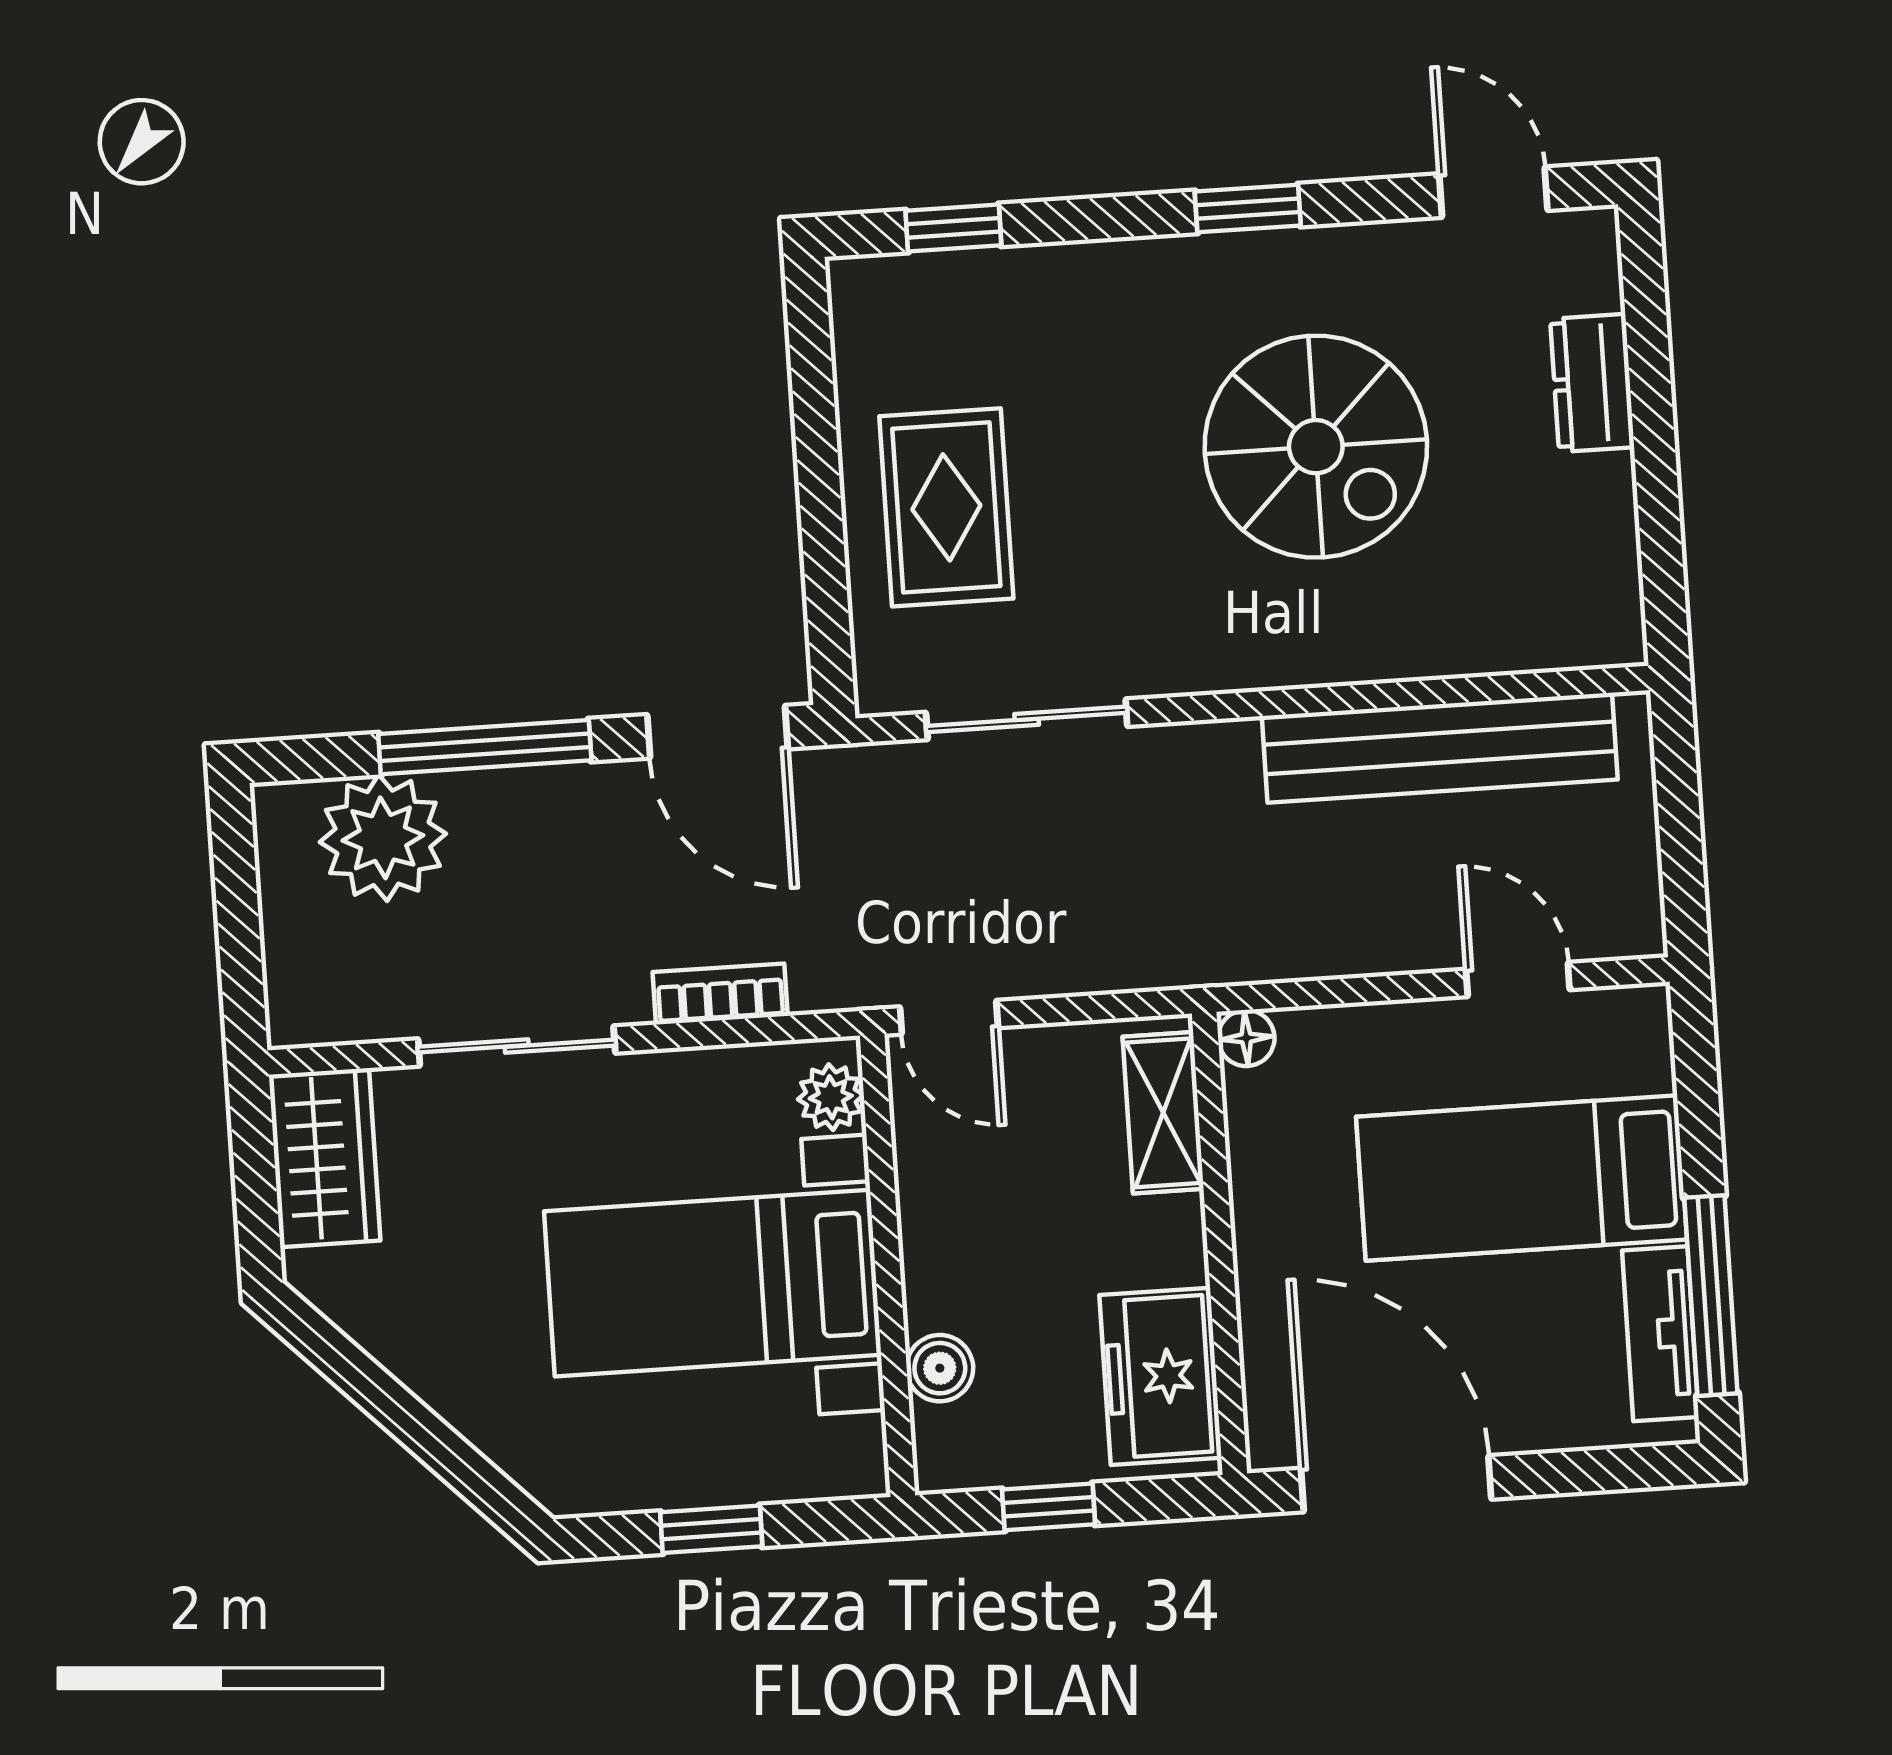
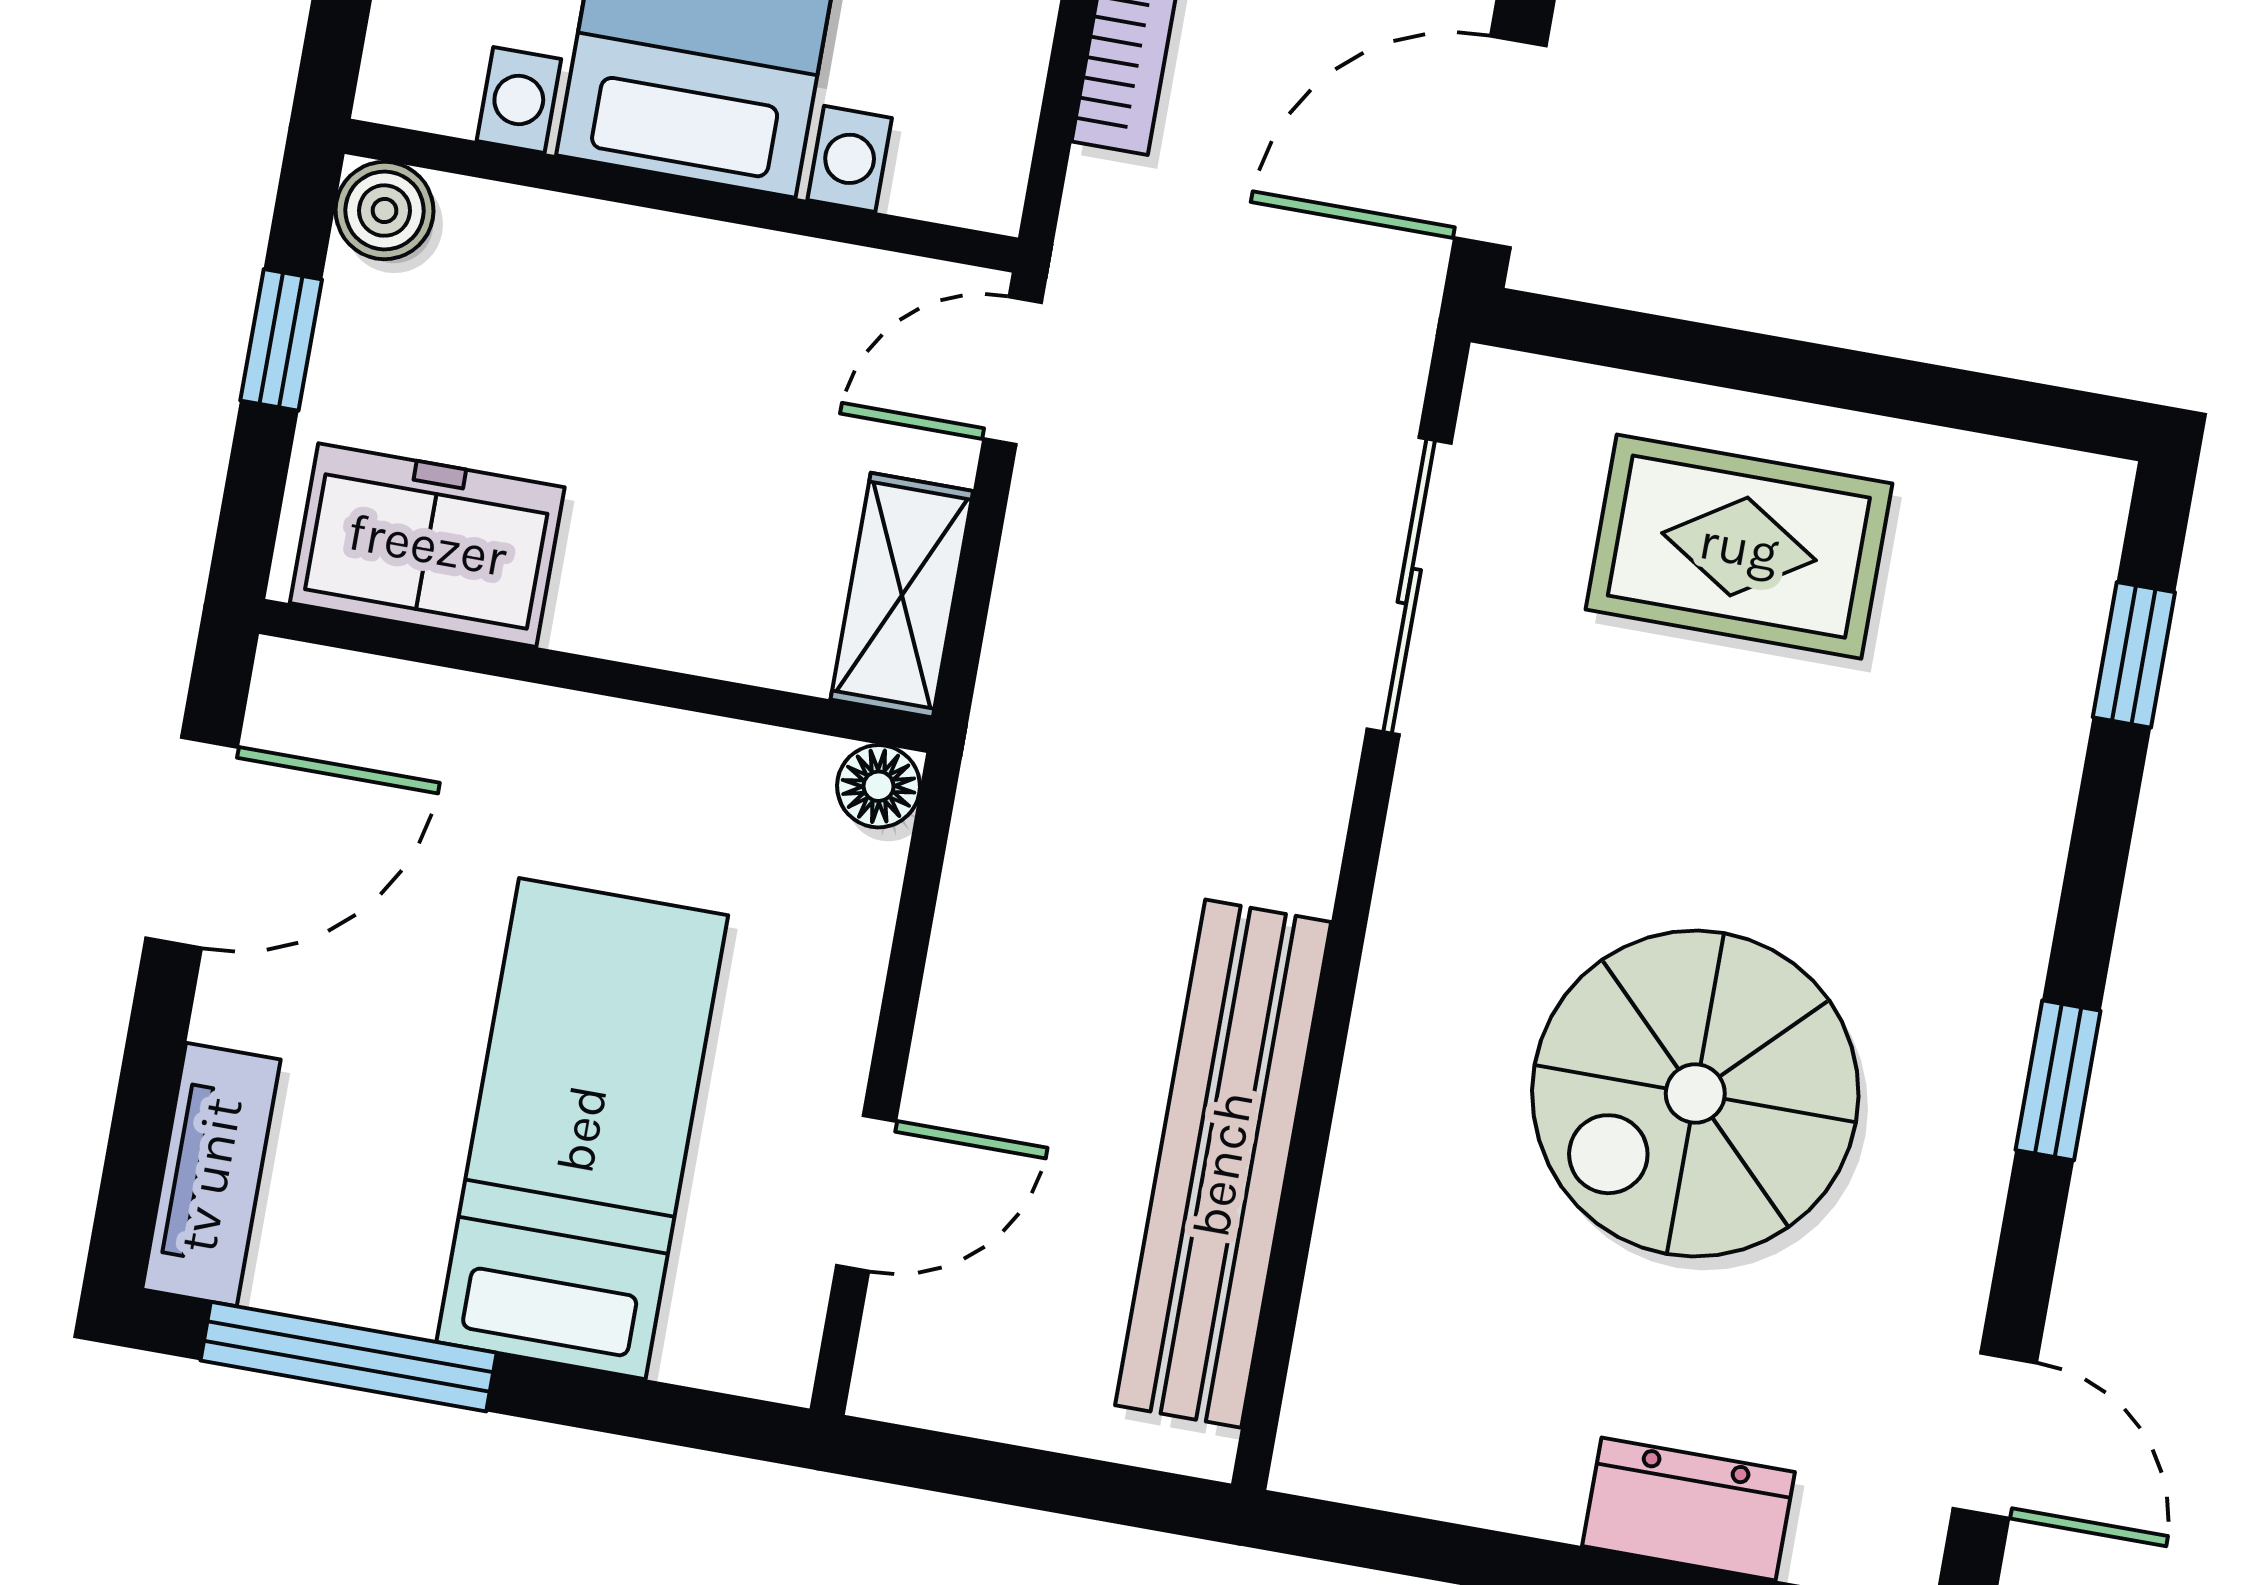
door: (1493, 192) -> (1995, 1436), hinge flipped
plant: (831, 1097) -> (941, 175), removed
shelving: (1163, 1113) -> (902, 595), moved, turned 90
tv unit: (1660, 1334) -> (211, 1175), moved, turned 90
boiler: (940, 1368) -> (384, 211), moved
door: (1396, 1484) -> (192, 842), width x0.73

